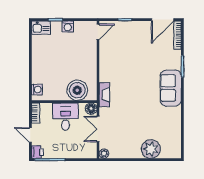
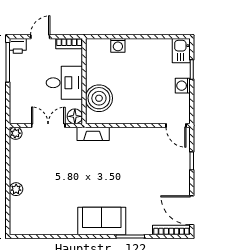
washing machine: (37, 89) -> (118, 45), moved
plant: (151, 149) -> (16, 189), width x0.53, depth x0.53

